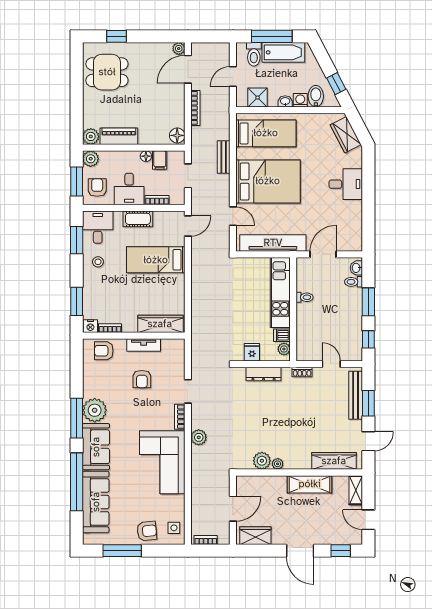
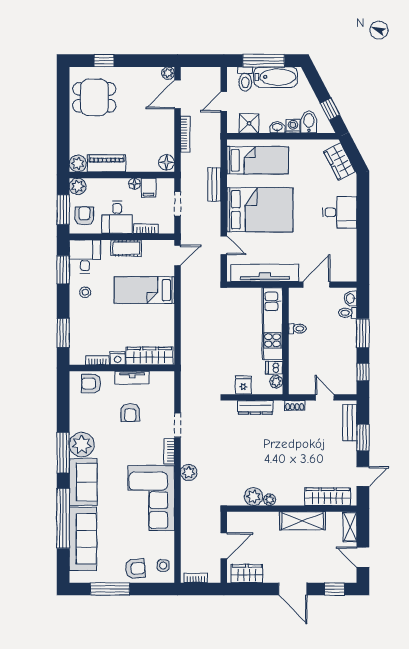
nightstand: (90, 326) -> (118, 358), moved
bench: (356, 395) -> (350, 423), width x0.73

